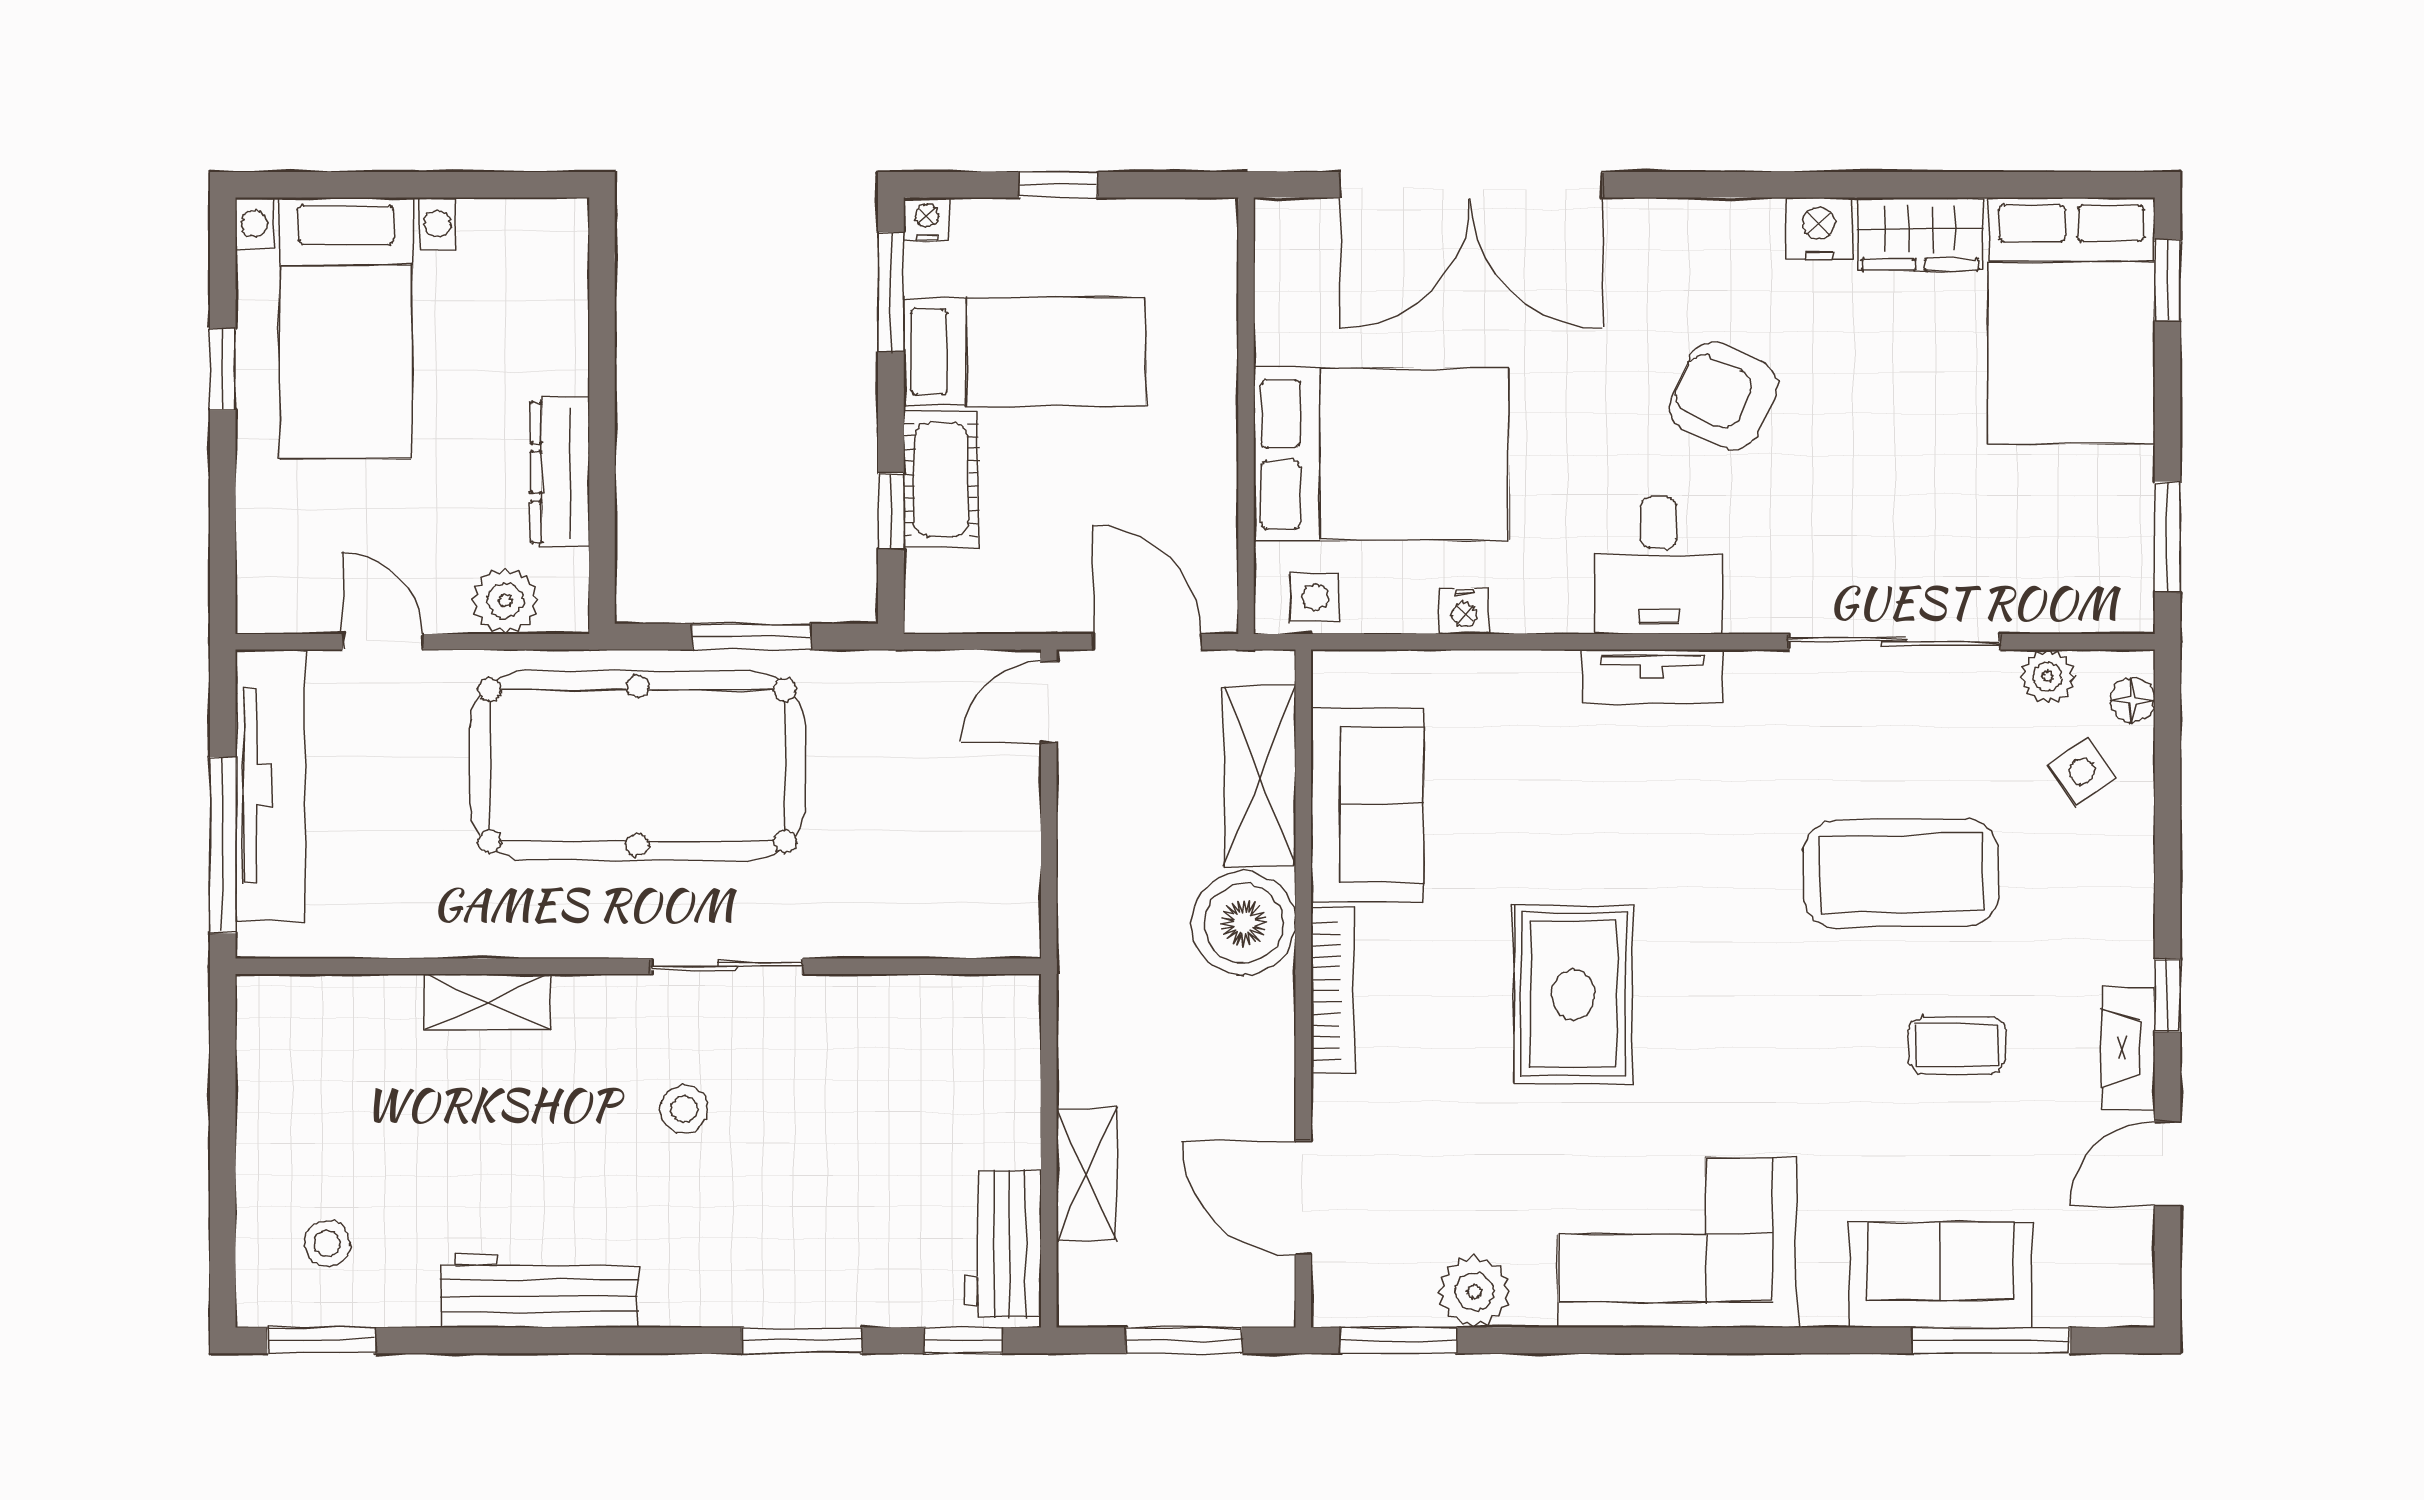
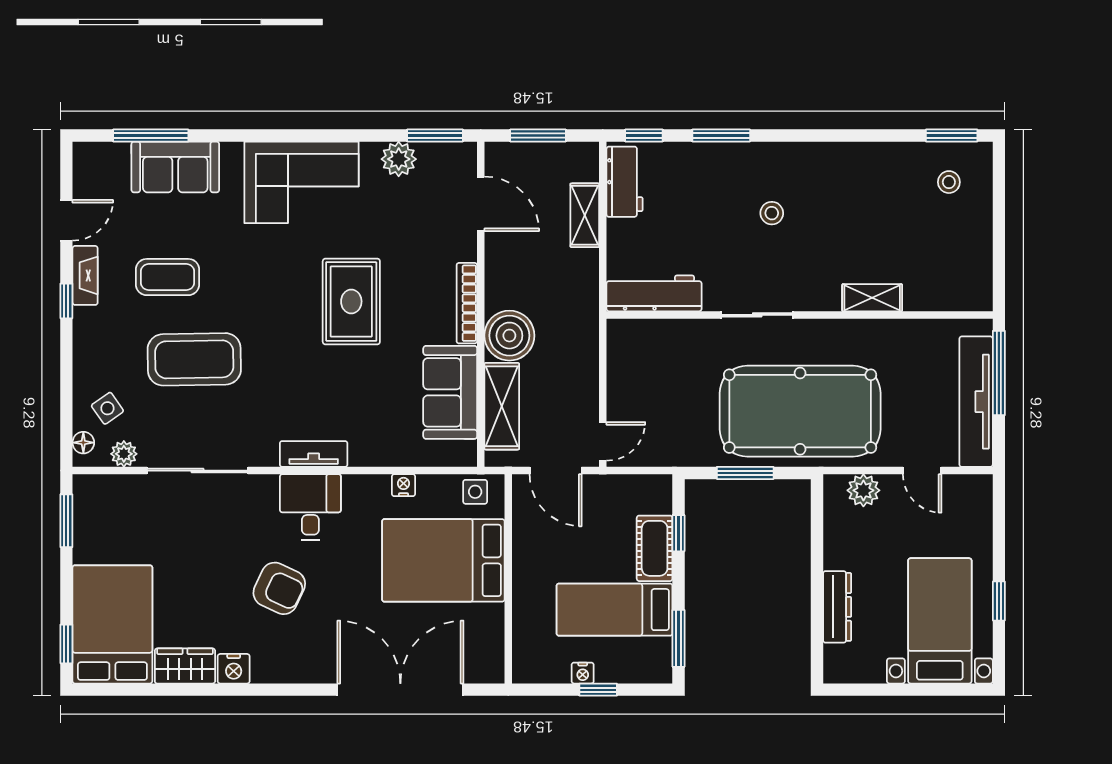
nightstand: (927, 219) -> (583, 673), moved
dresser: (560, 472) -> (837, 607), moved
coffee table: (1957, 1045) -> (167, 277), width x1.36, depth x1.30
stool: (684, 1109) -> (772, 213), moved
workbench: (540, 1290) -> (654, 293), moved, turned 180

